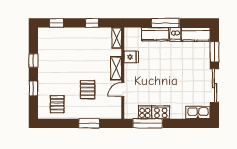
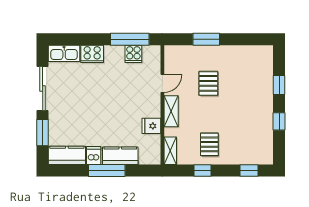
pallet: (57, 104) -> (209, 144), moved
cooker: (161, 112) -> (92, 54), moved

